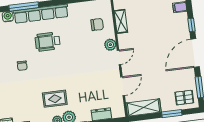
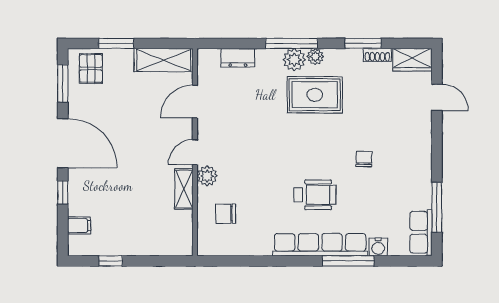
shelving: (121, 21) -> (184, 189), moved
door: (195, 53) -> (63, 143), hinge flipped
pallet: (184, 98) -> (91, 68), turned 90
rug: (55, 99) -> (315, 95), width x1.36, depth x1.43

